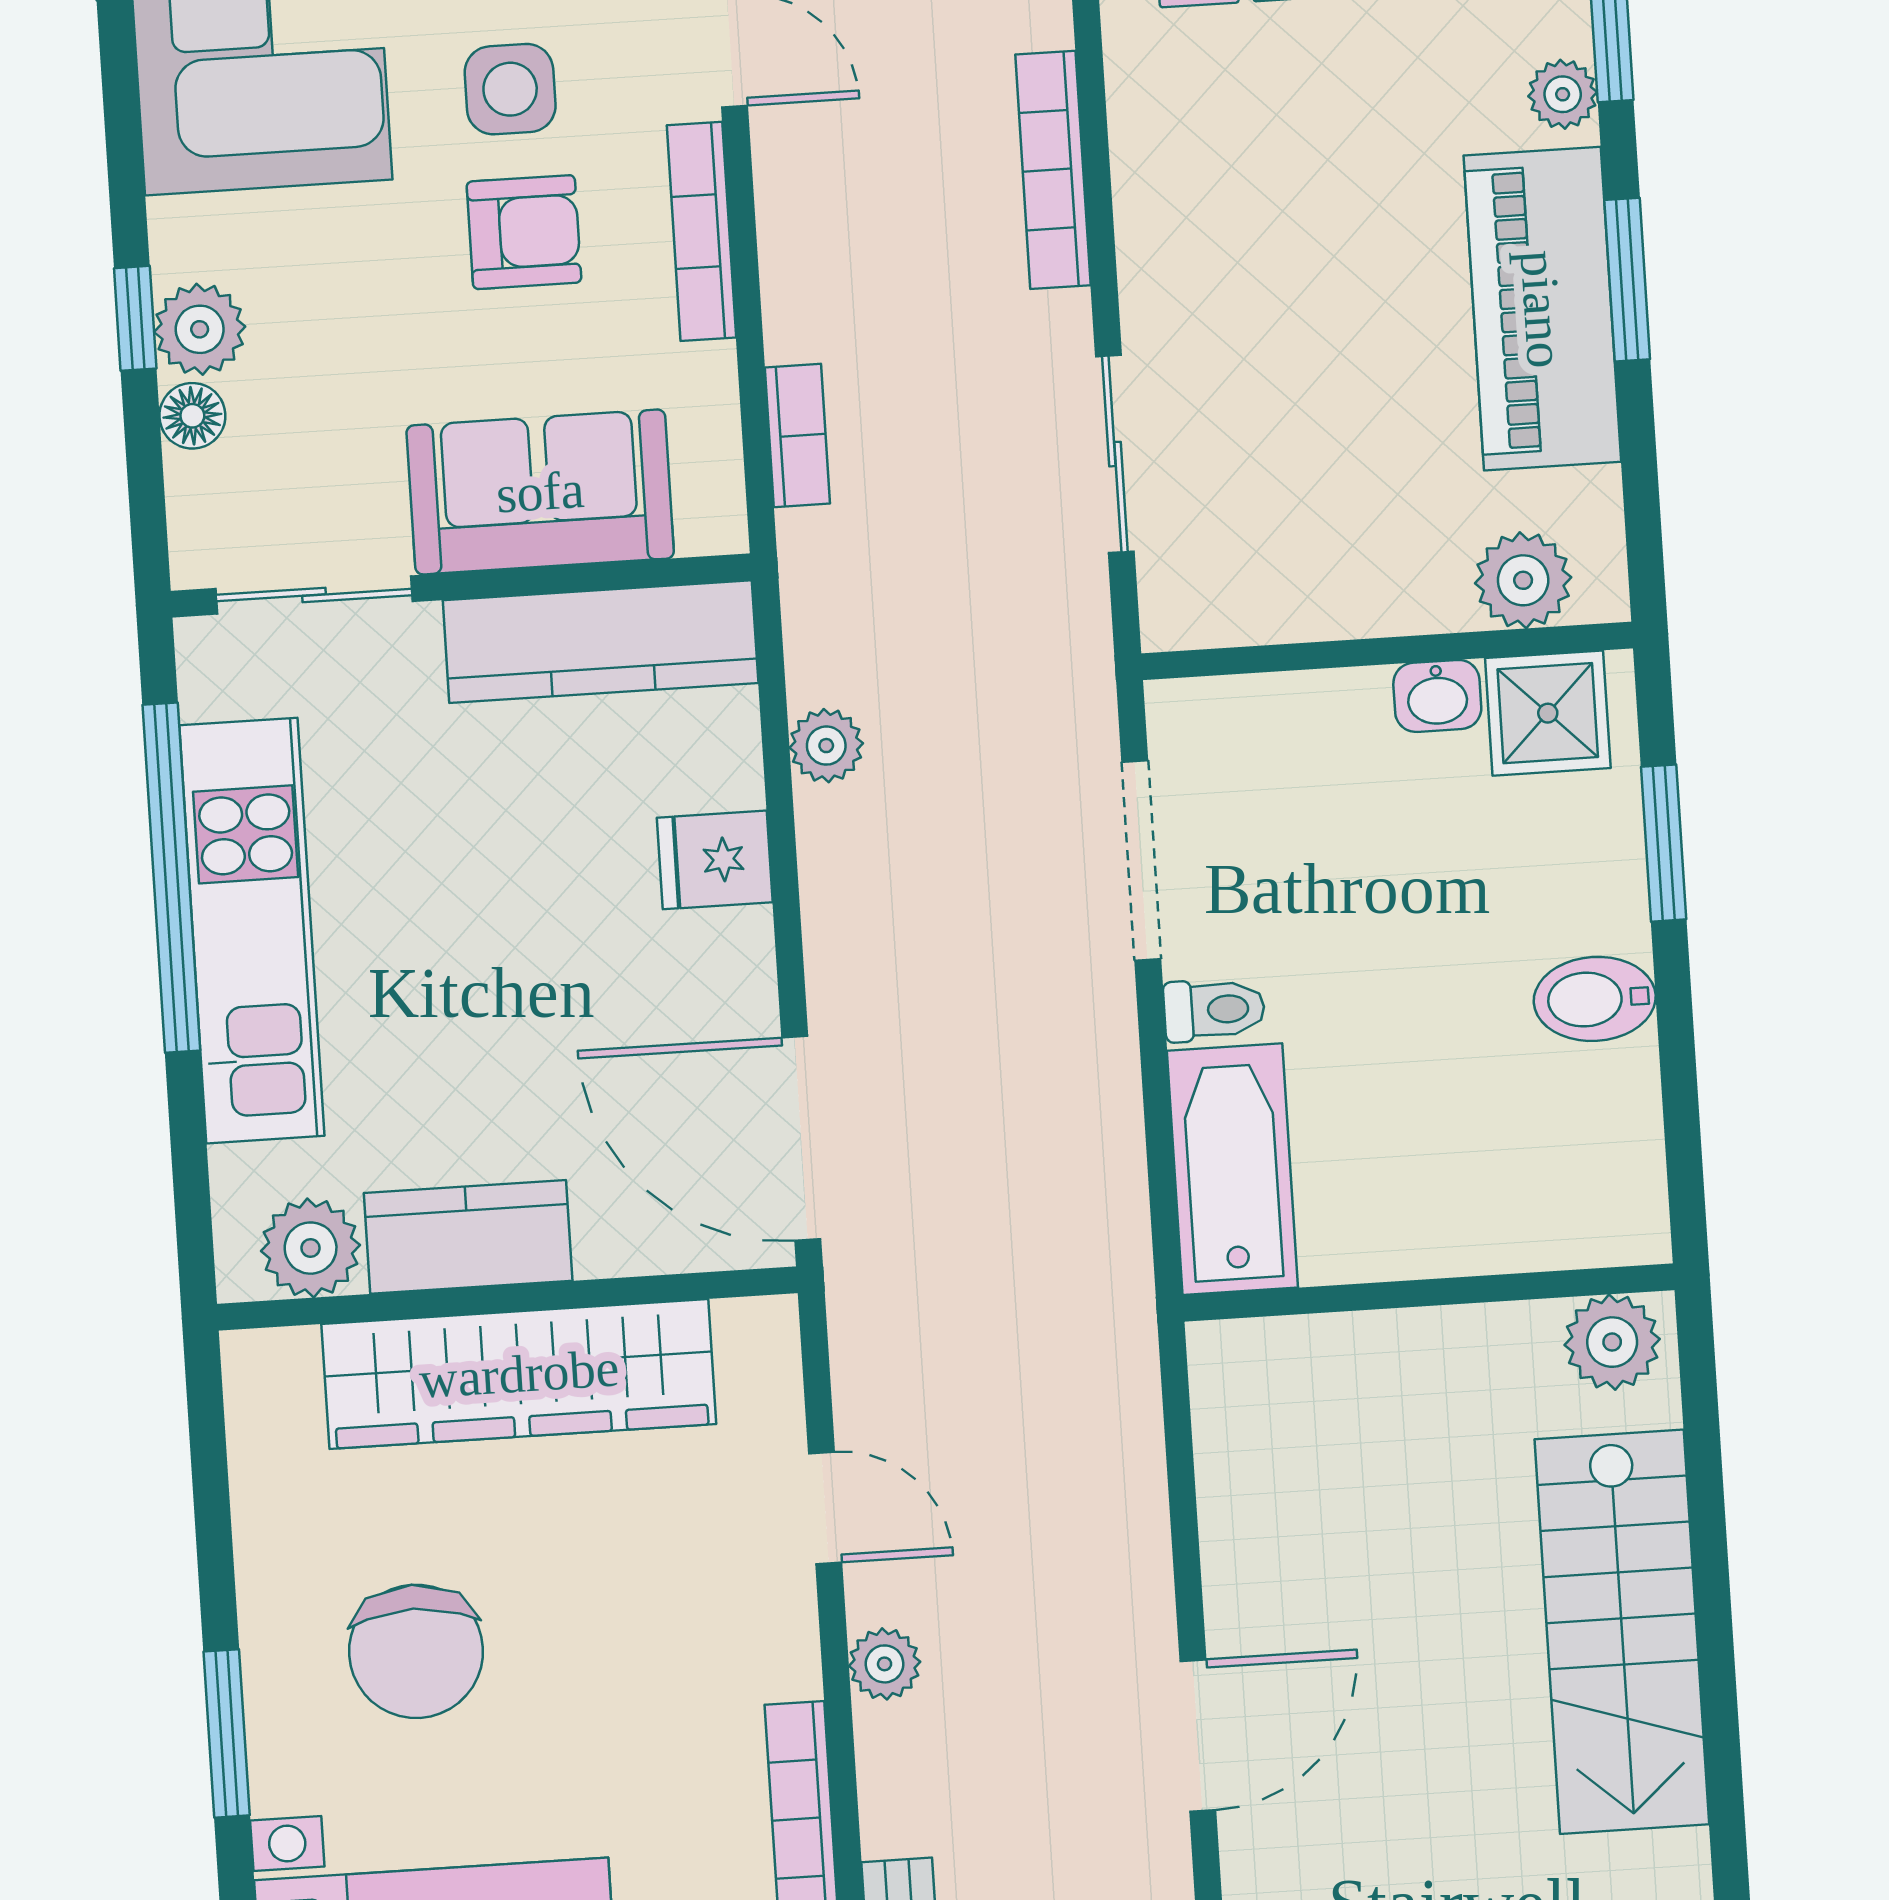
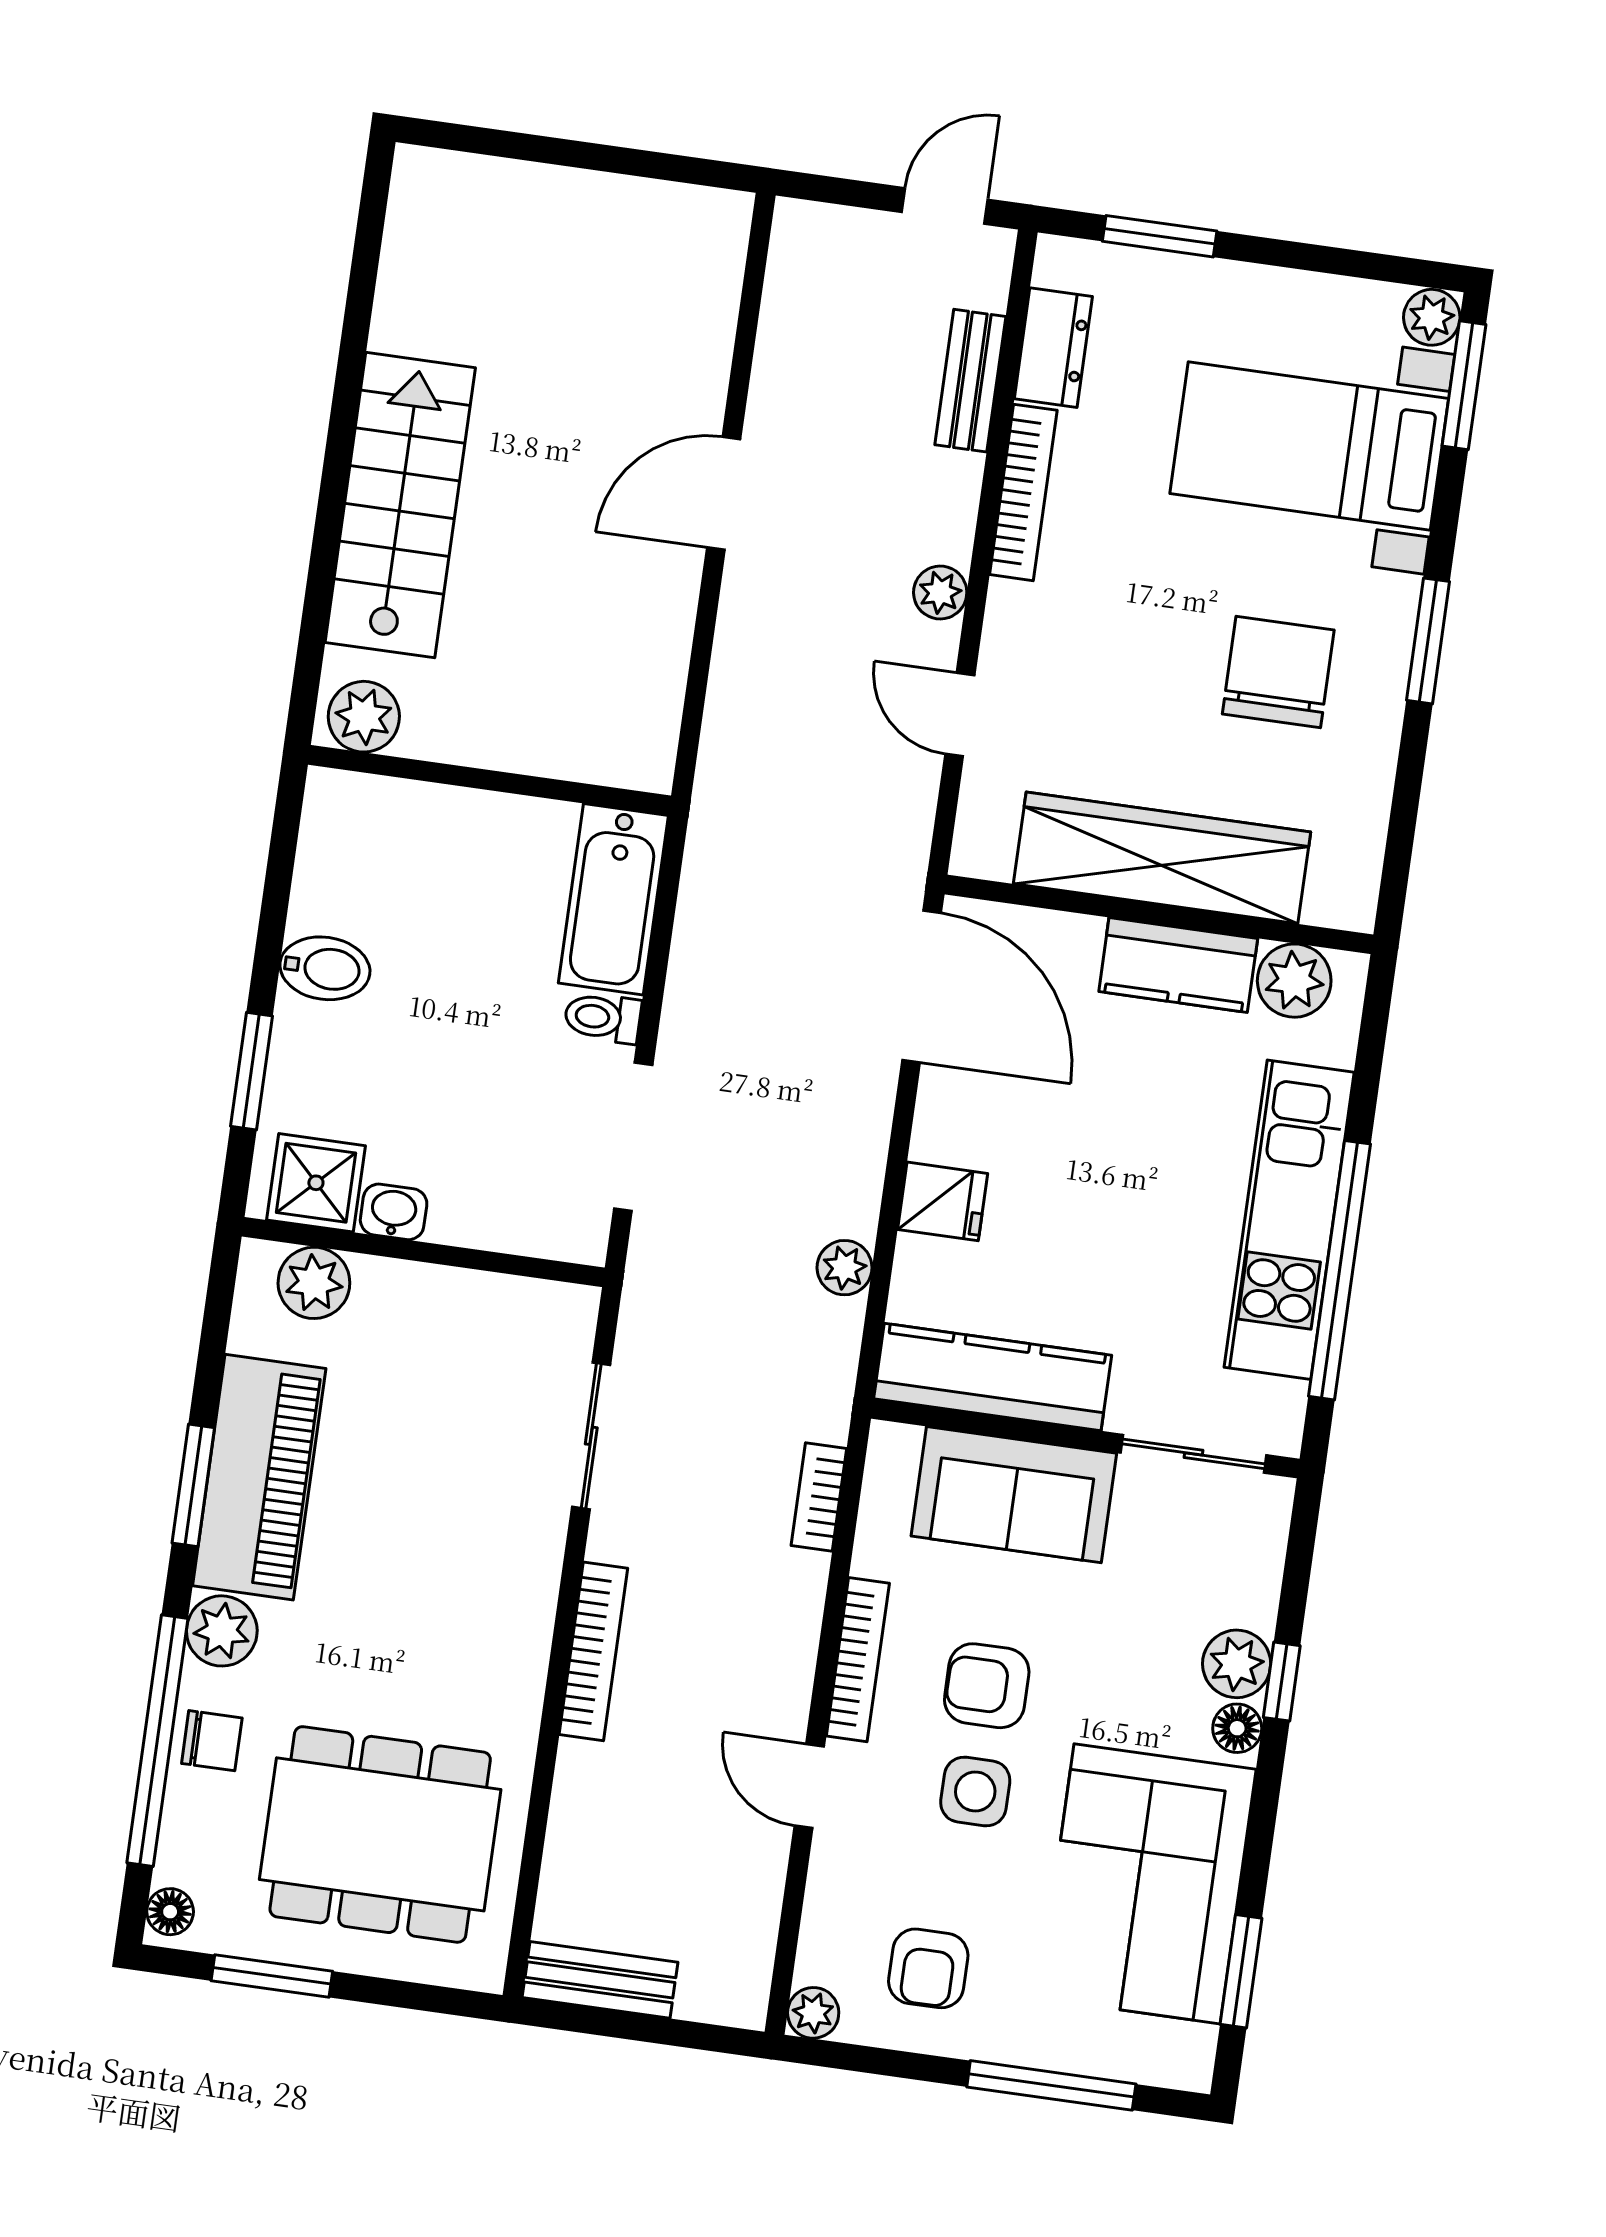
plant: (1563, 94) -> (222, 1631), width x1.38, depth x1.38
floor lamp: (192, 416) -> (1237, 1728), moved

